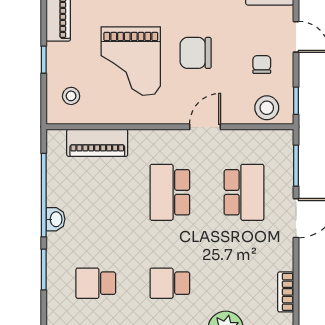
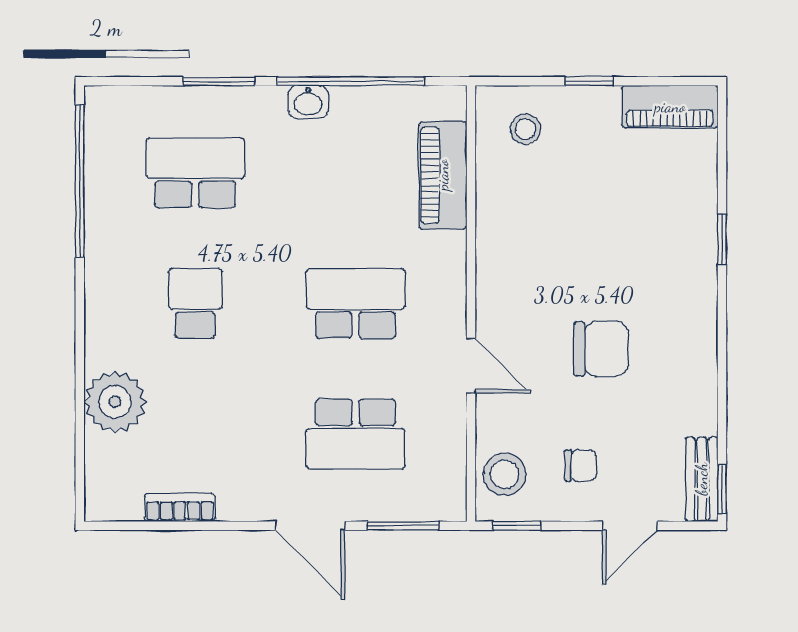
chair: (196, 53) -> (601, 349), turned 90
grand piano: (131, 61) -> (587, 235), removed
school desk: (96, 283) -> (195, 173), width x1.85

